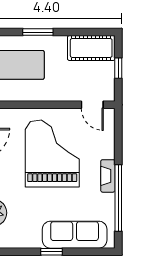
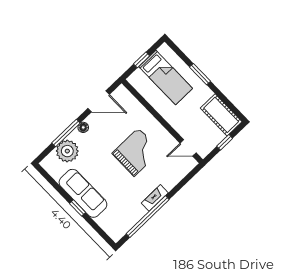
door: (92, 105) -> (188, 148), hinge flipped
grand piano: (52, 153) -> (136, 152), width x0.73, depth x0.68
sofa: (75, 235) -> (83, 193), moved

